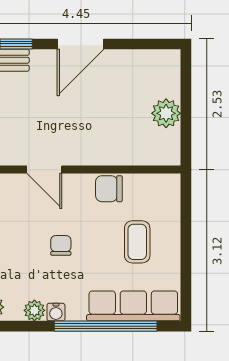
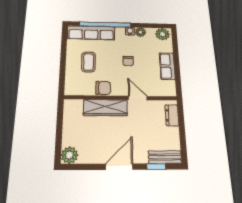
plant: (166, 113) -> (69, 155), moved
wardrobe: (105, 150) -> (105, 108), added

